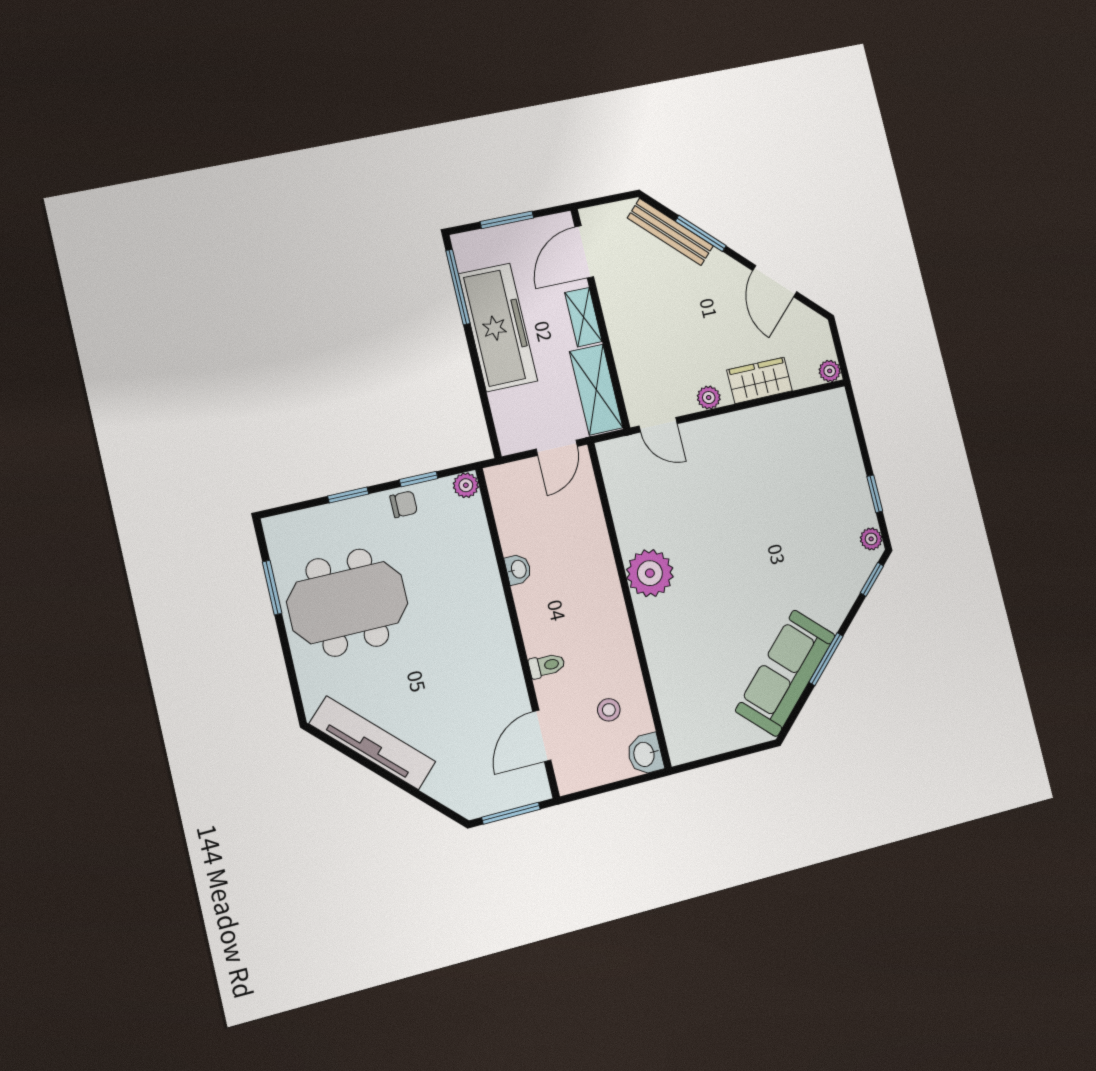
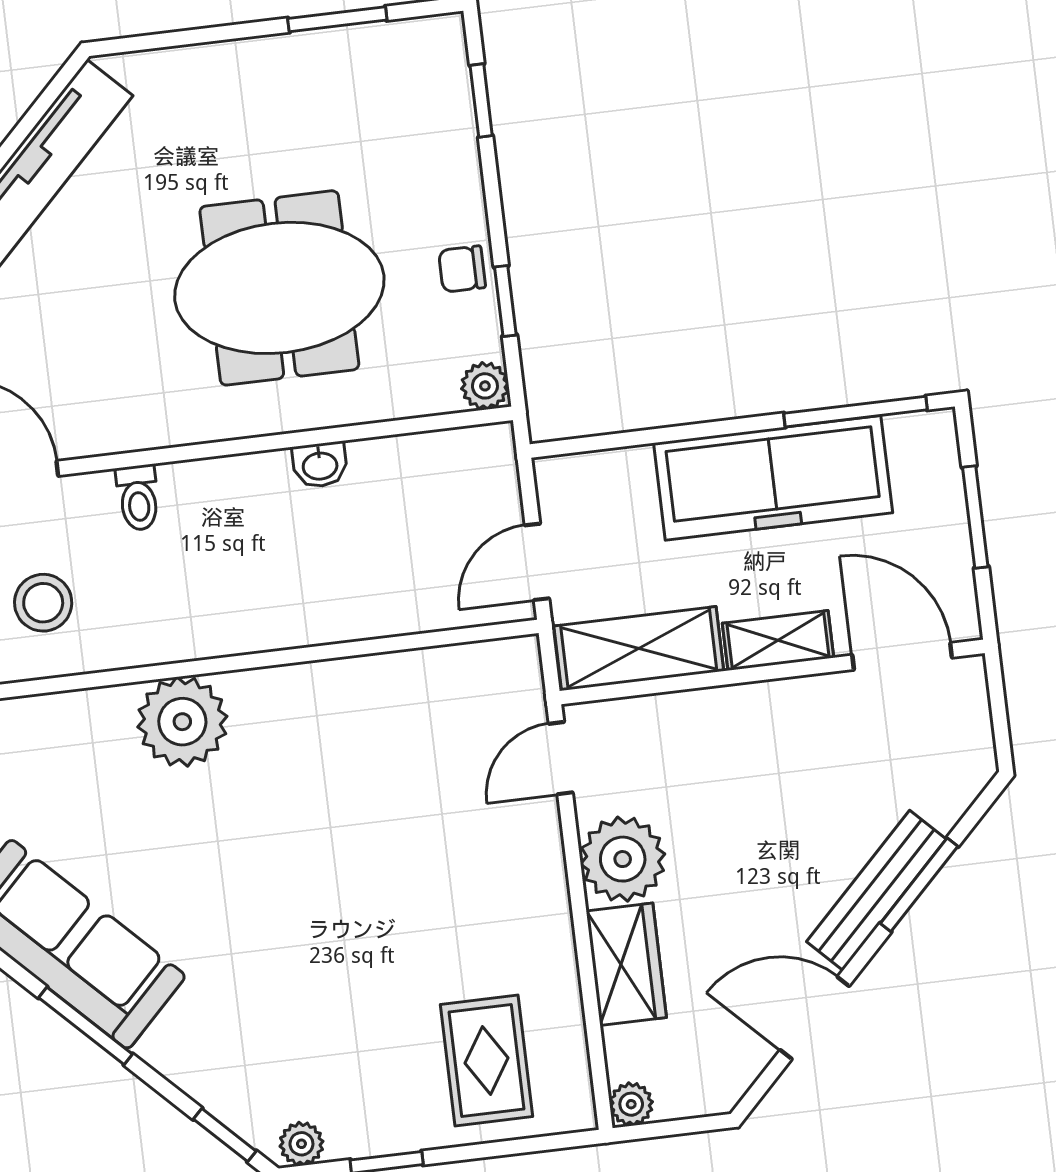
bench: (670, 232) -> (876, 890), moved
plant: (709, 398) -> (623, 859), width x1.88, depth x1.88
door: (557, 448) -> (537, 562), hinge flipped
rug: (817, 448) -> (487, 1061), added
window: (348, 495) -> (481, 100), moved
chair: (404, 504) -> (462, 269), turned 90
plant: (650, 573) -> (182, 722), moved
meeting table: (347, 603) -> (279, 288), moved, turned 90
stool: (609, 710) -> (43, 603), width x1.37, depth x1.37

